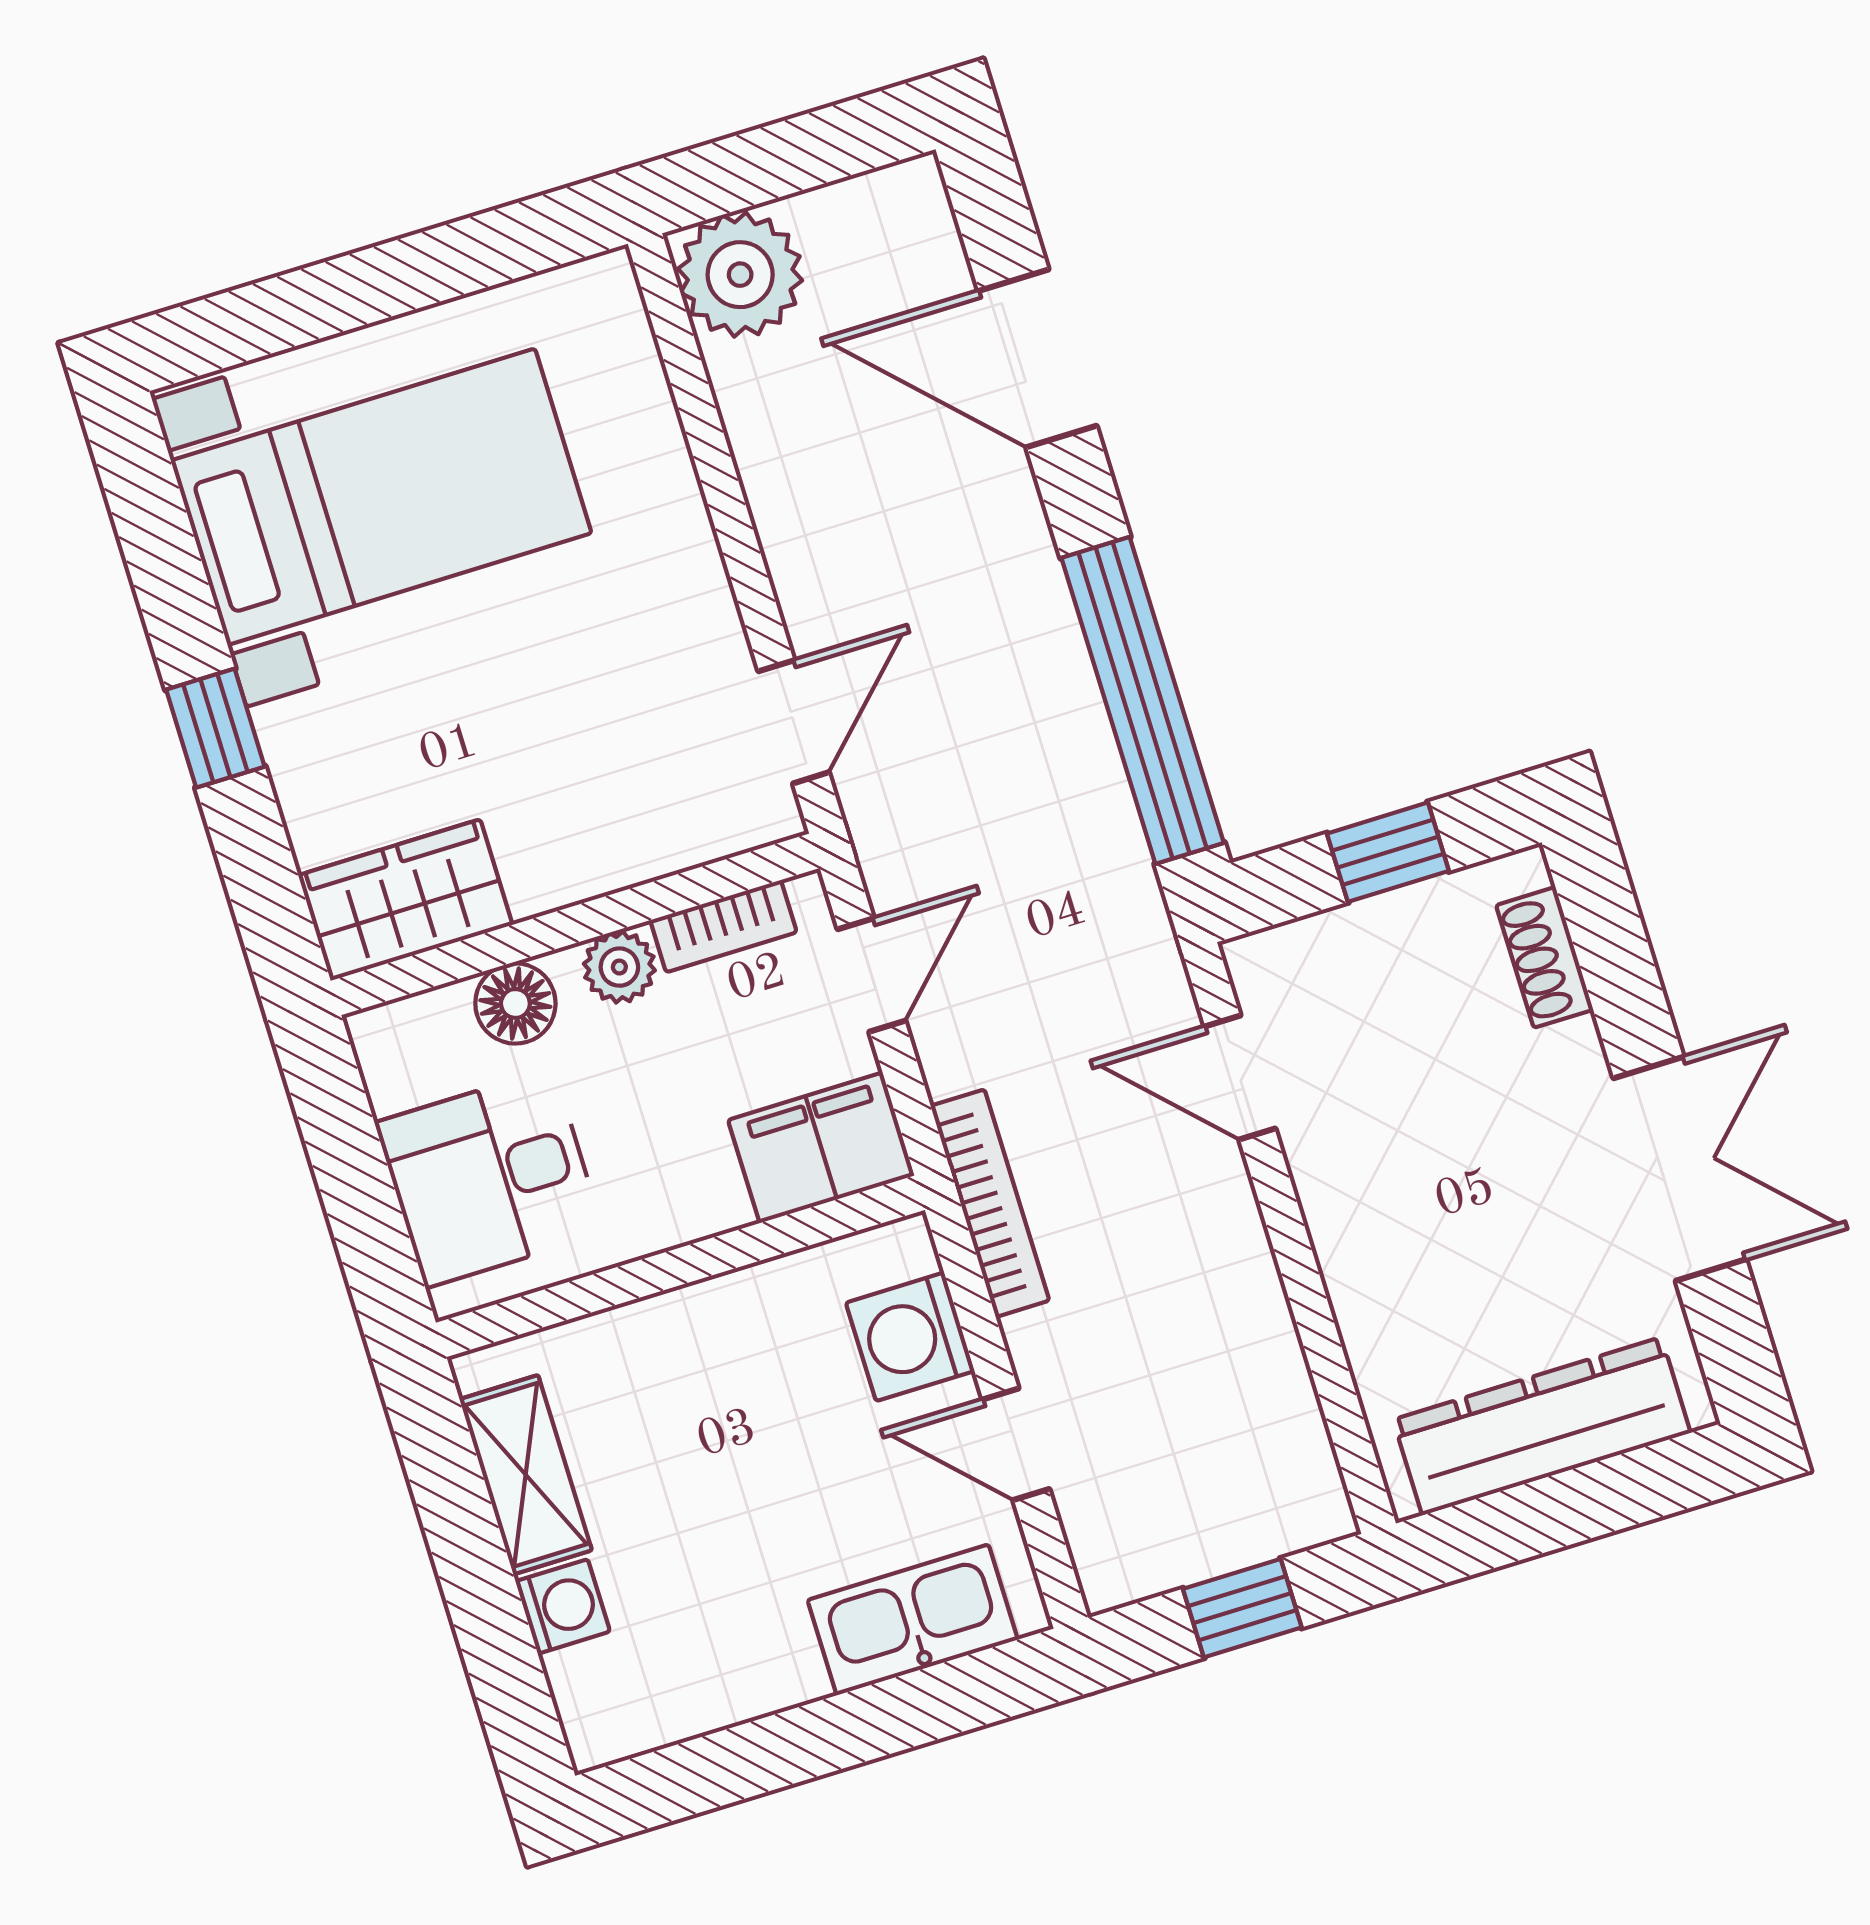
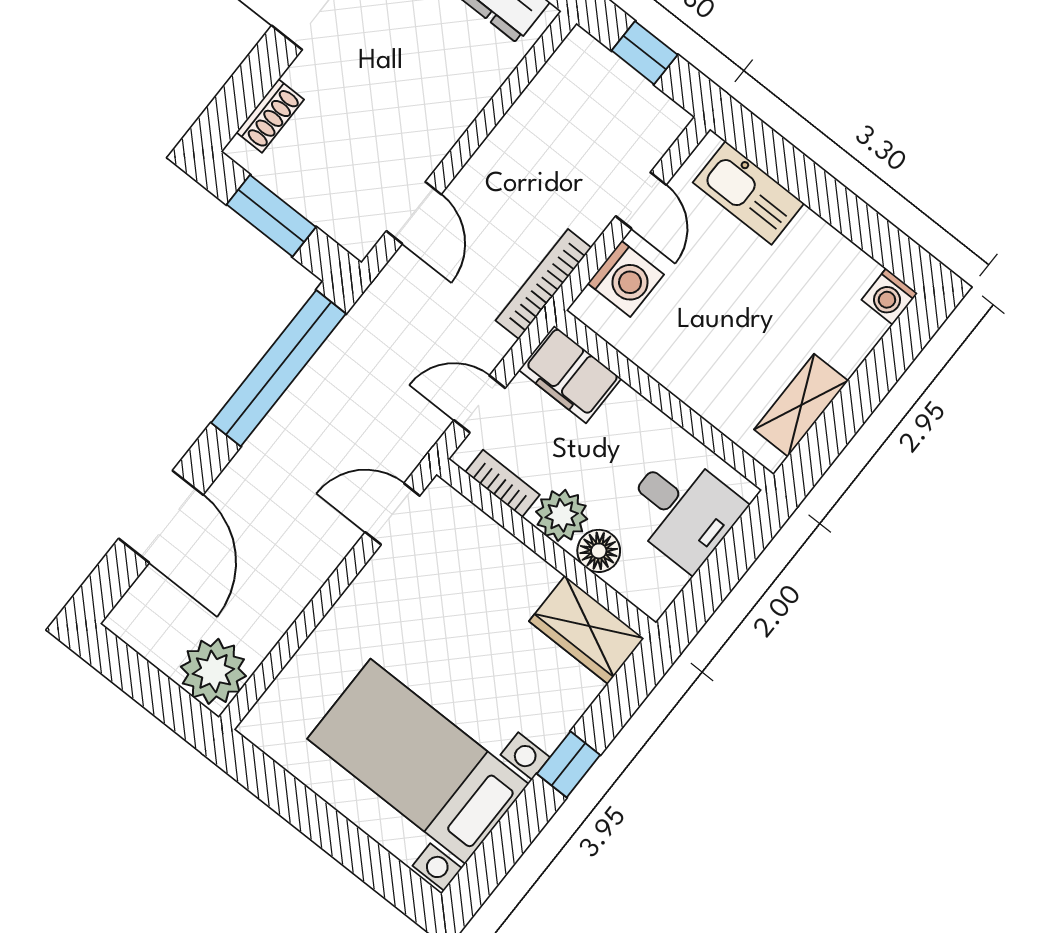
window: (1388, 852) -> (271, 216), width x1.50
plant: (619, 967) -> (562, 515), width x1.38, depth x1.38
washing machine: (563, 1606) -> (889, 297), moved, turned -90

